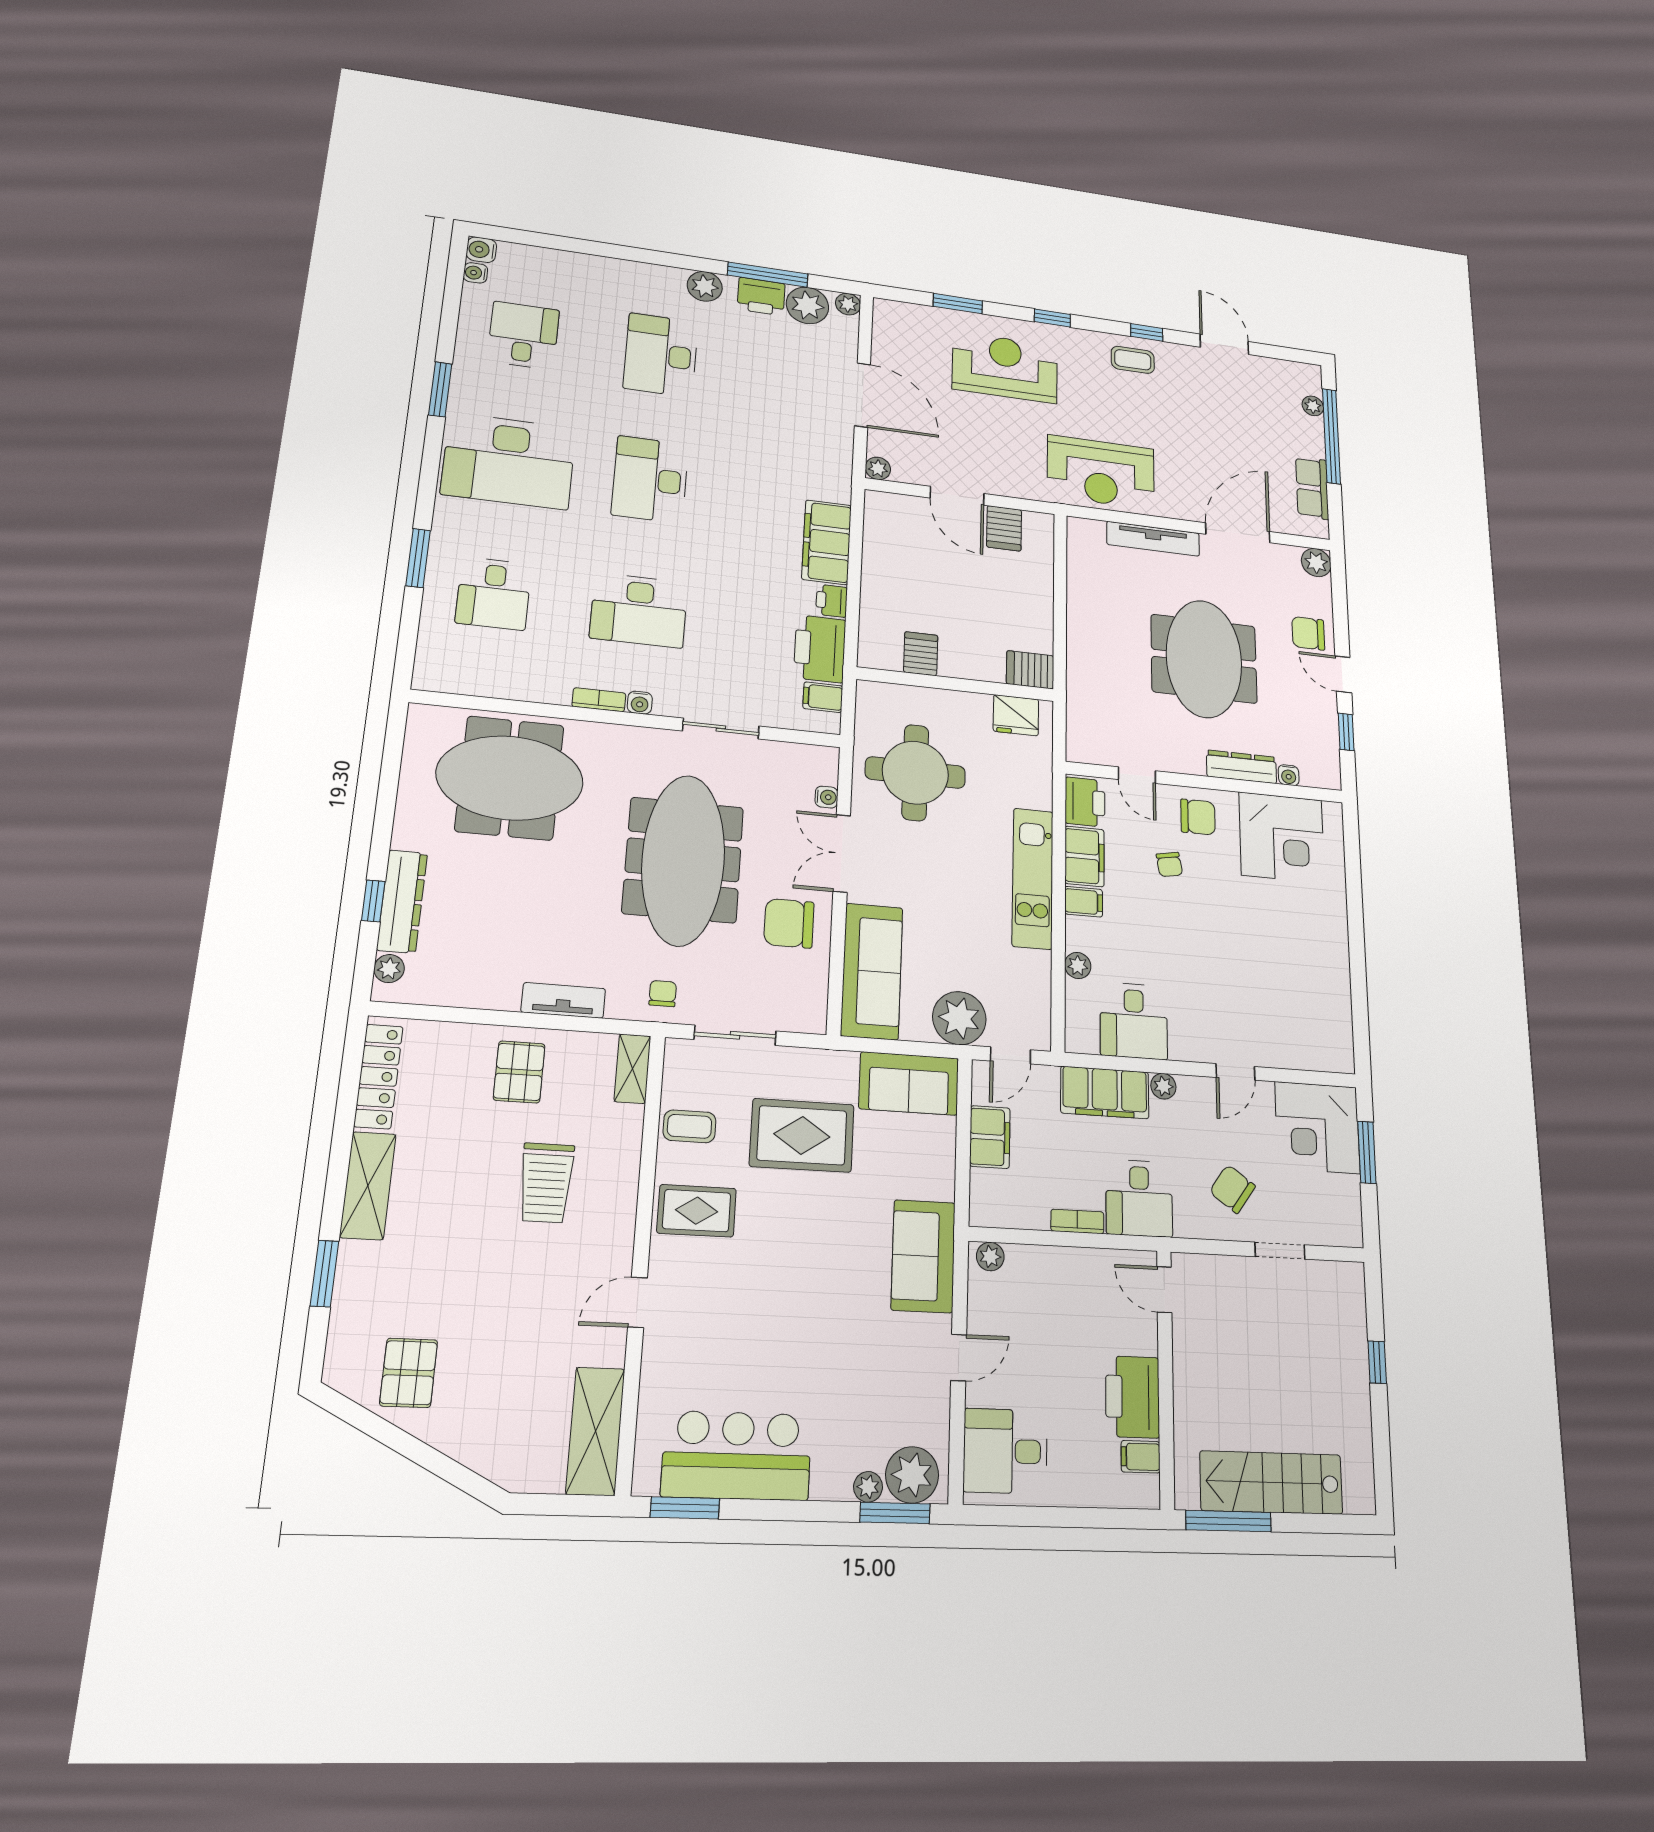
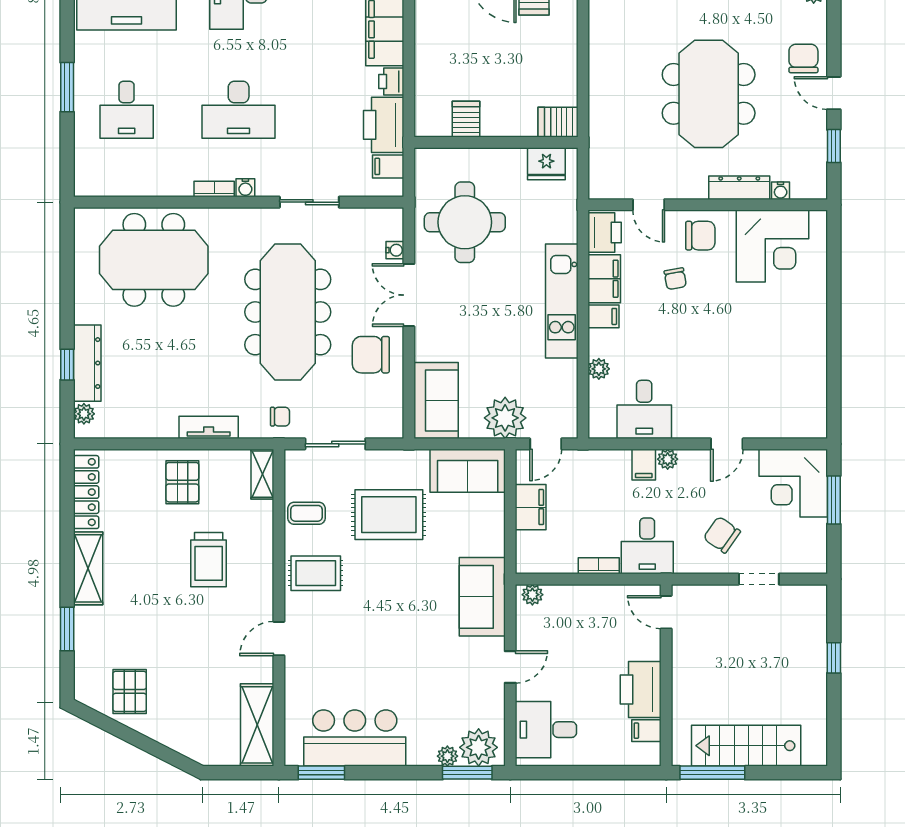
chair: (1308, 633) -> (803, 58), turned 90
sofa: (872, 971) -> (436, 401), width x0.73
chair: (663, 994) -> (280, 417), turned 90
filing cabinet: (1105, 1092) -> (644, 465), width x0.33, depth x0.86

